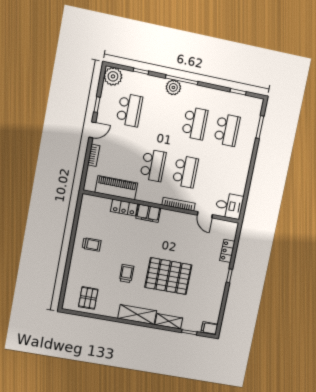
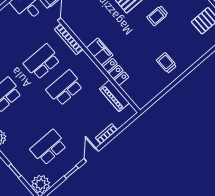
door: (92, 130) -> (91, 155), hinge flipped
piano: (116, 188) -> (114, 96), width x0.73, depth x0.75

